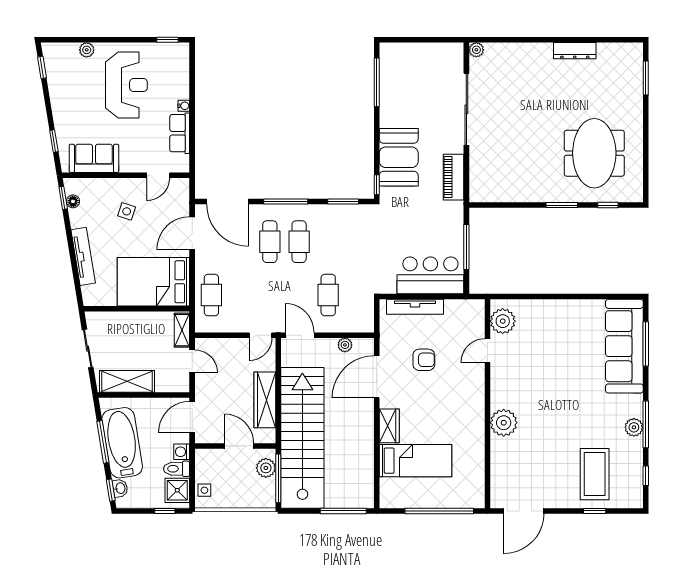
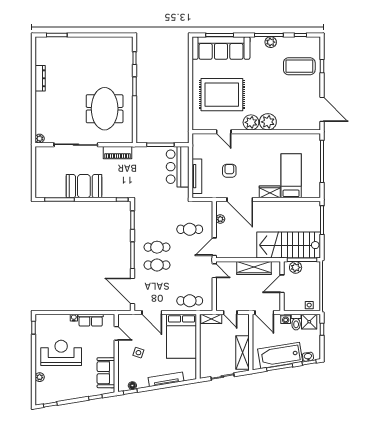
meeting table: (594, 153) -> (105, 109), moved, turned 90
booth: (399, 157) -> (84, 186), moved
door: (228, 202) -> (132, 291), swing flipped
plant: (503, 321) -> (251, 122), moved
rug: (548, 347) -> (222, 95), added
door: (192, 361) -> (230, 313), swing flipped
stairs: (302, 438) -> (289, 245), width x0.73

